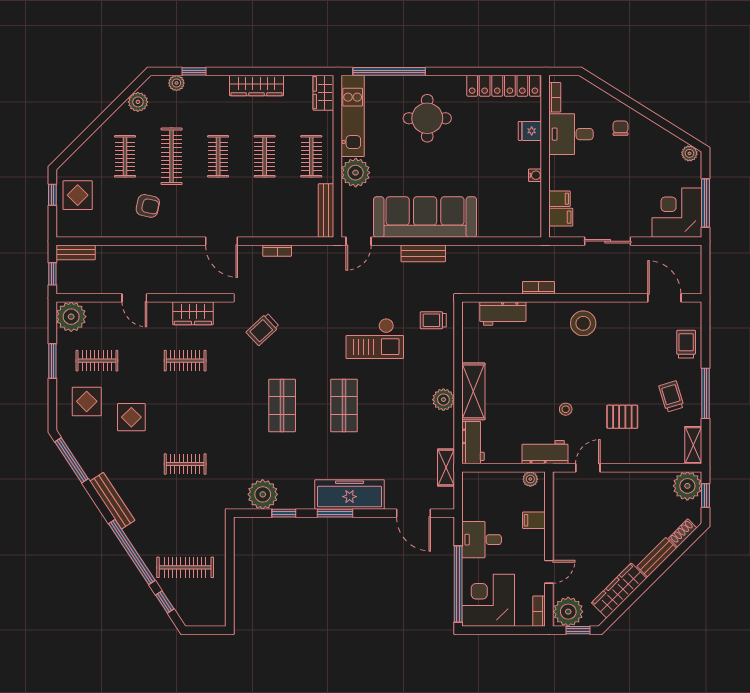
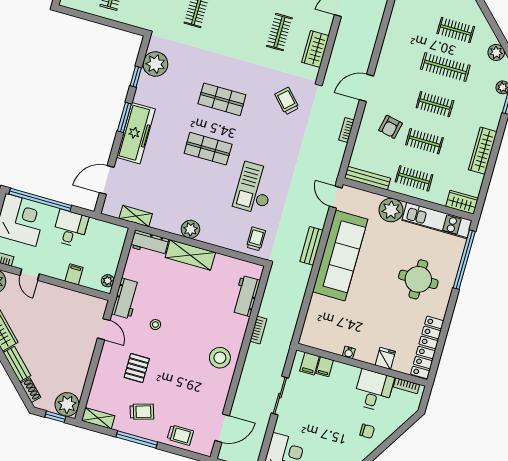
armchair: (148, 206) -> (391, 127), moved

